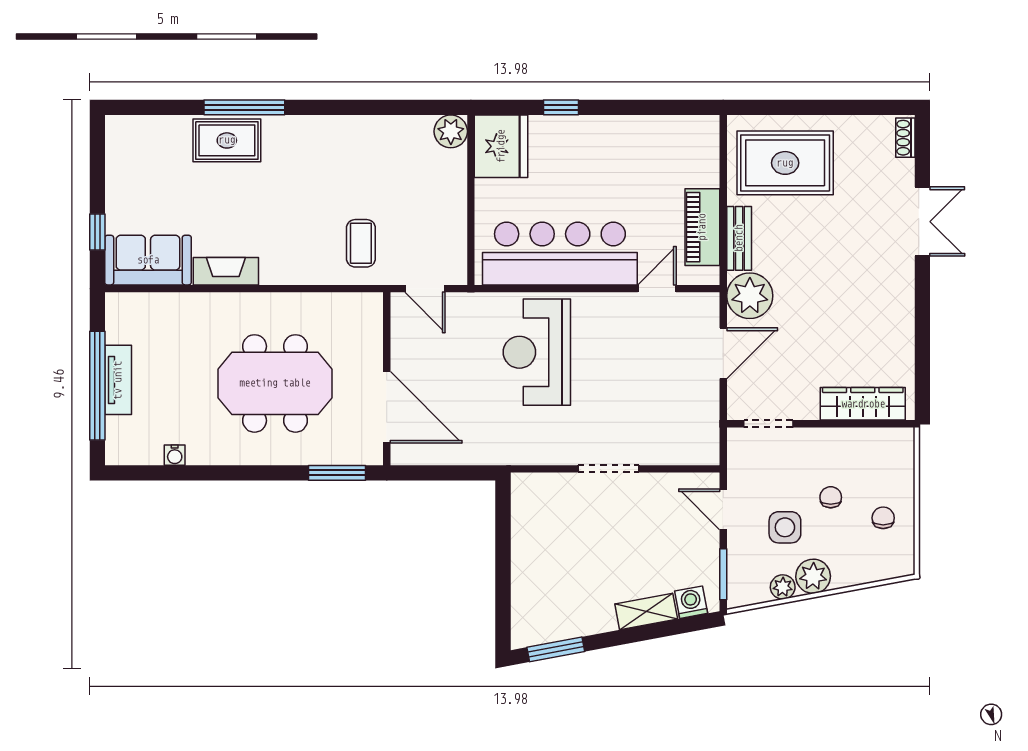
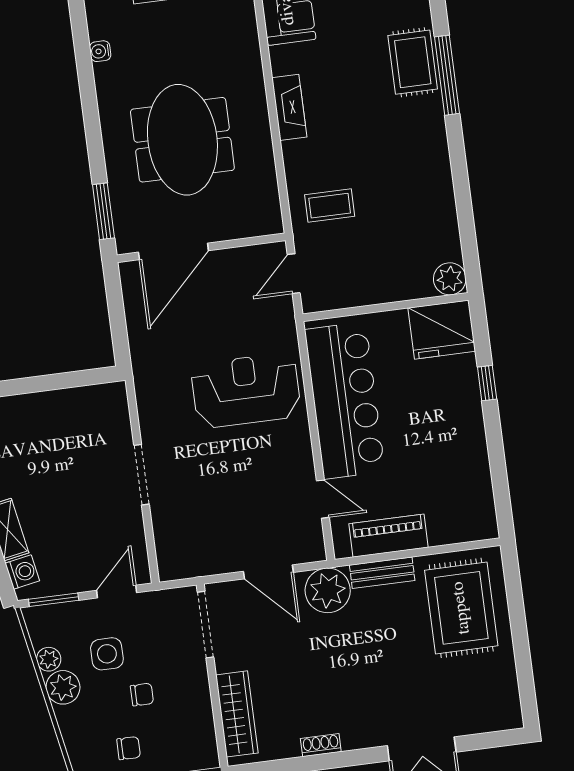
shoe rack: (905, 138) -> (321, 745), moved
fireplace: (226, 271) -> (289, 107), moved
doorway: (768, 424) -> (206, 625), width x1.38

